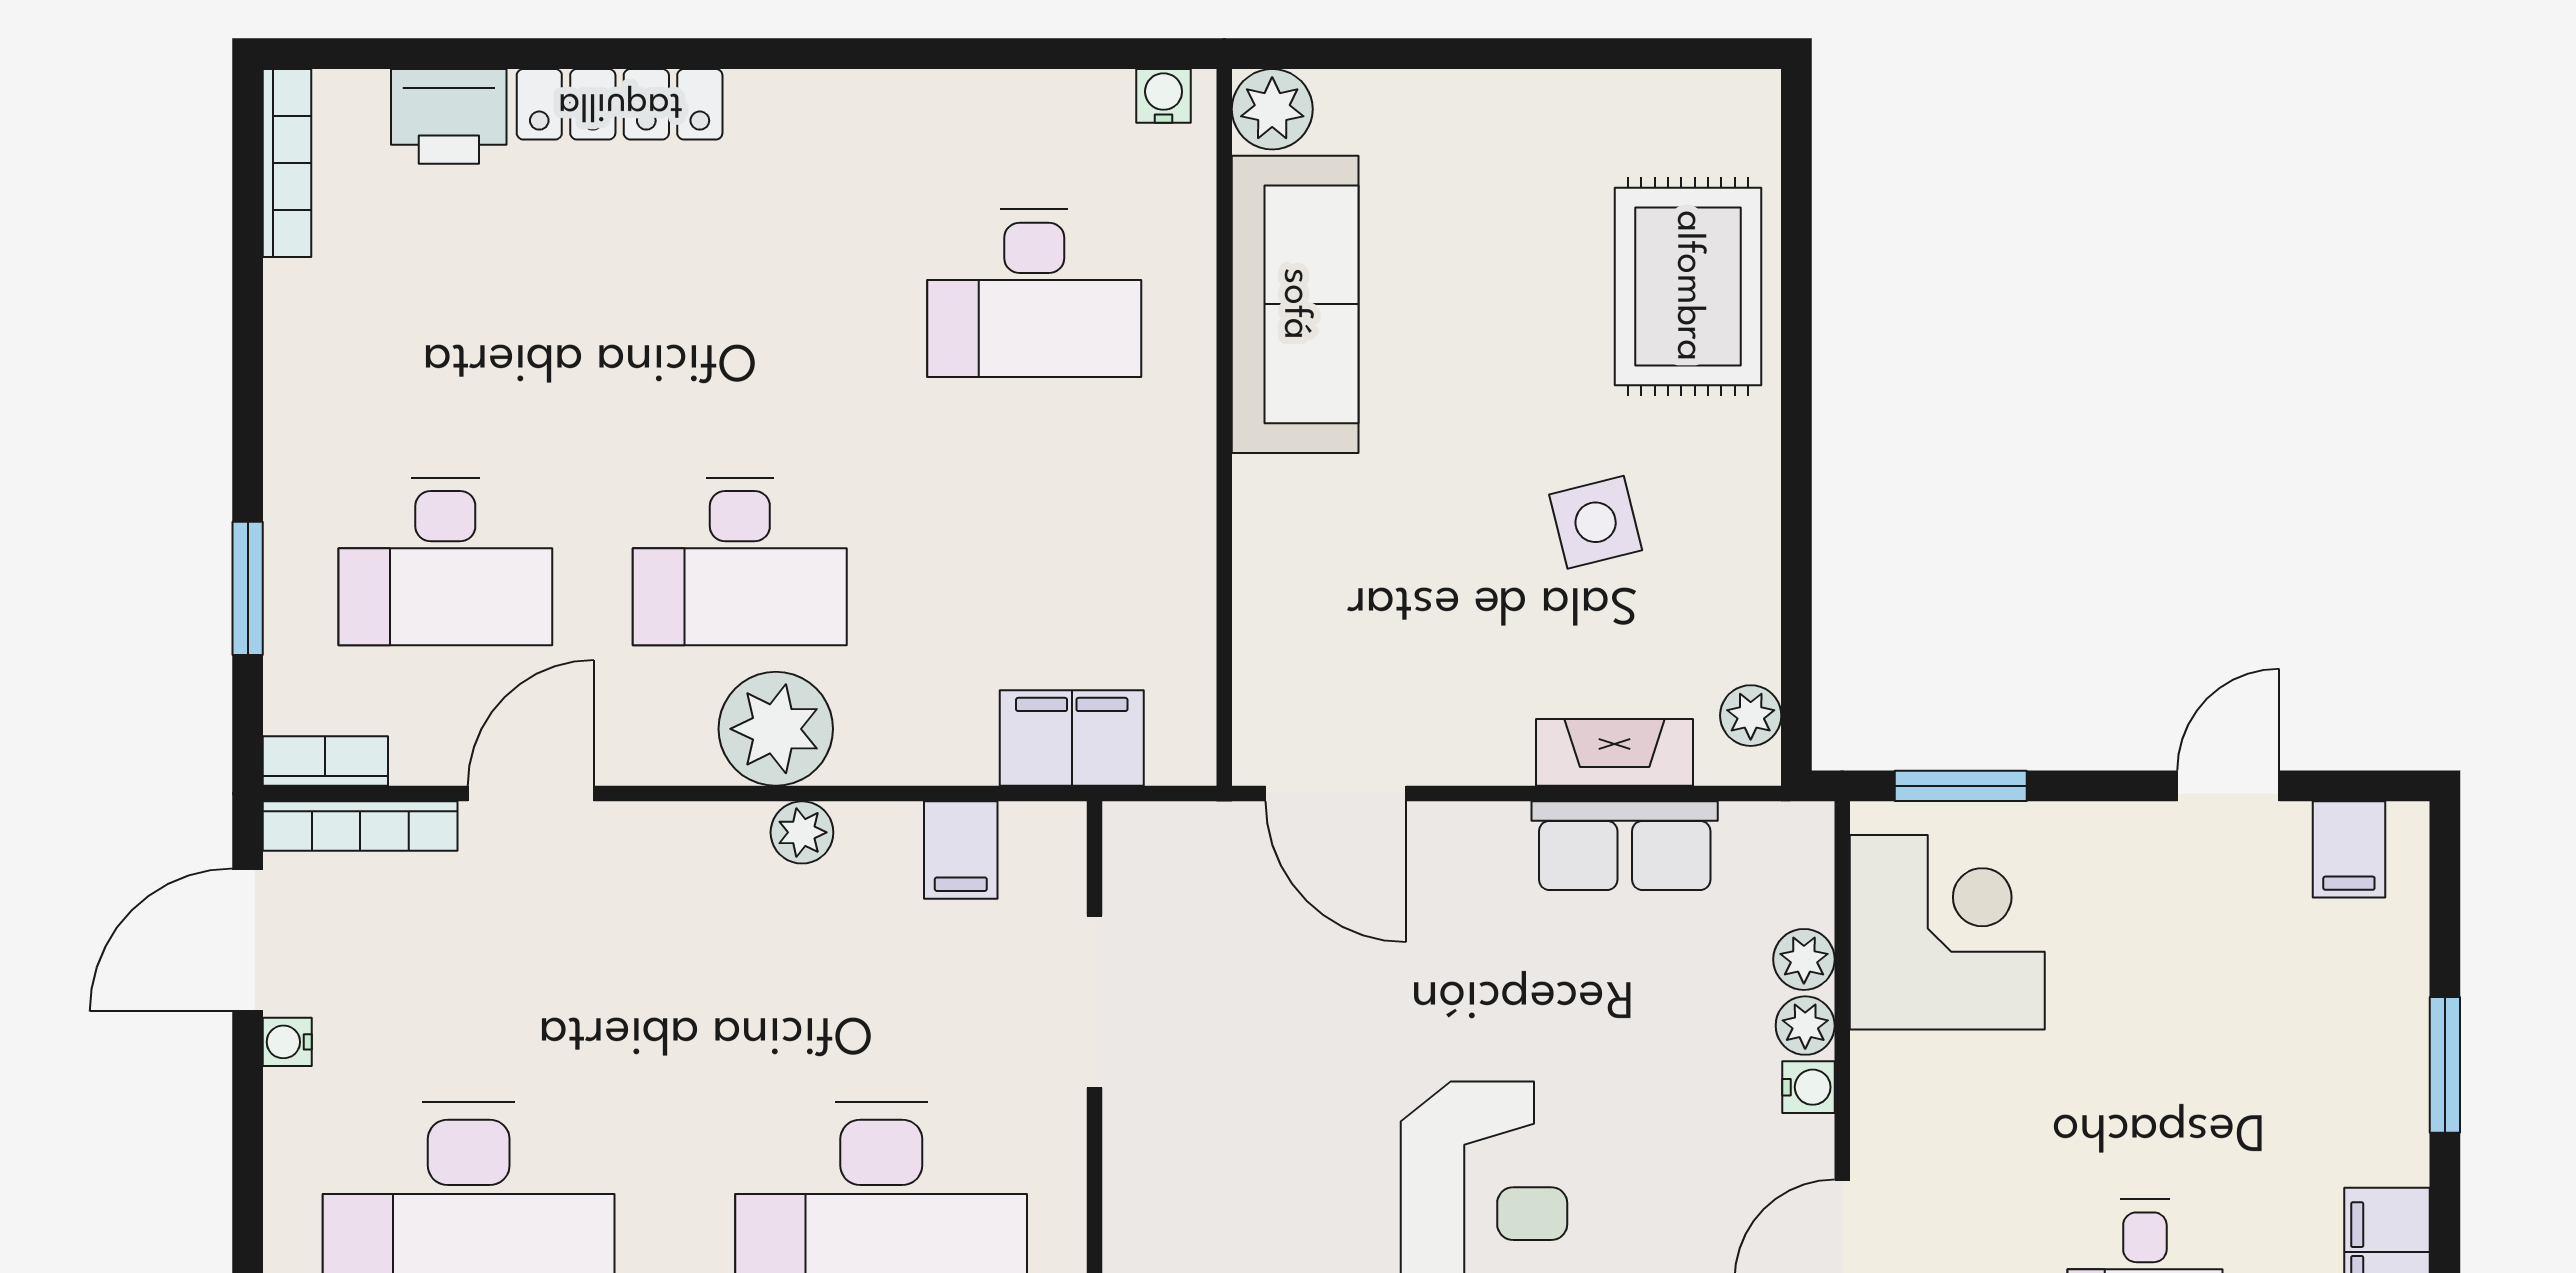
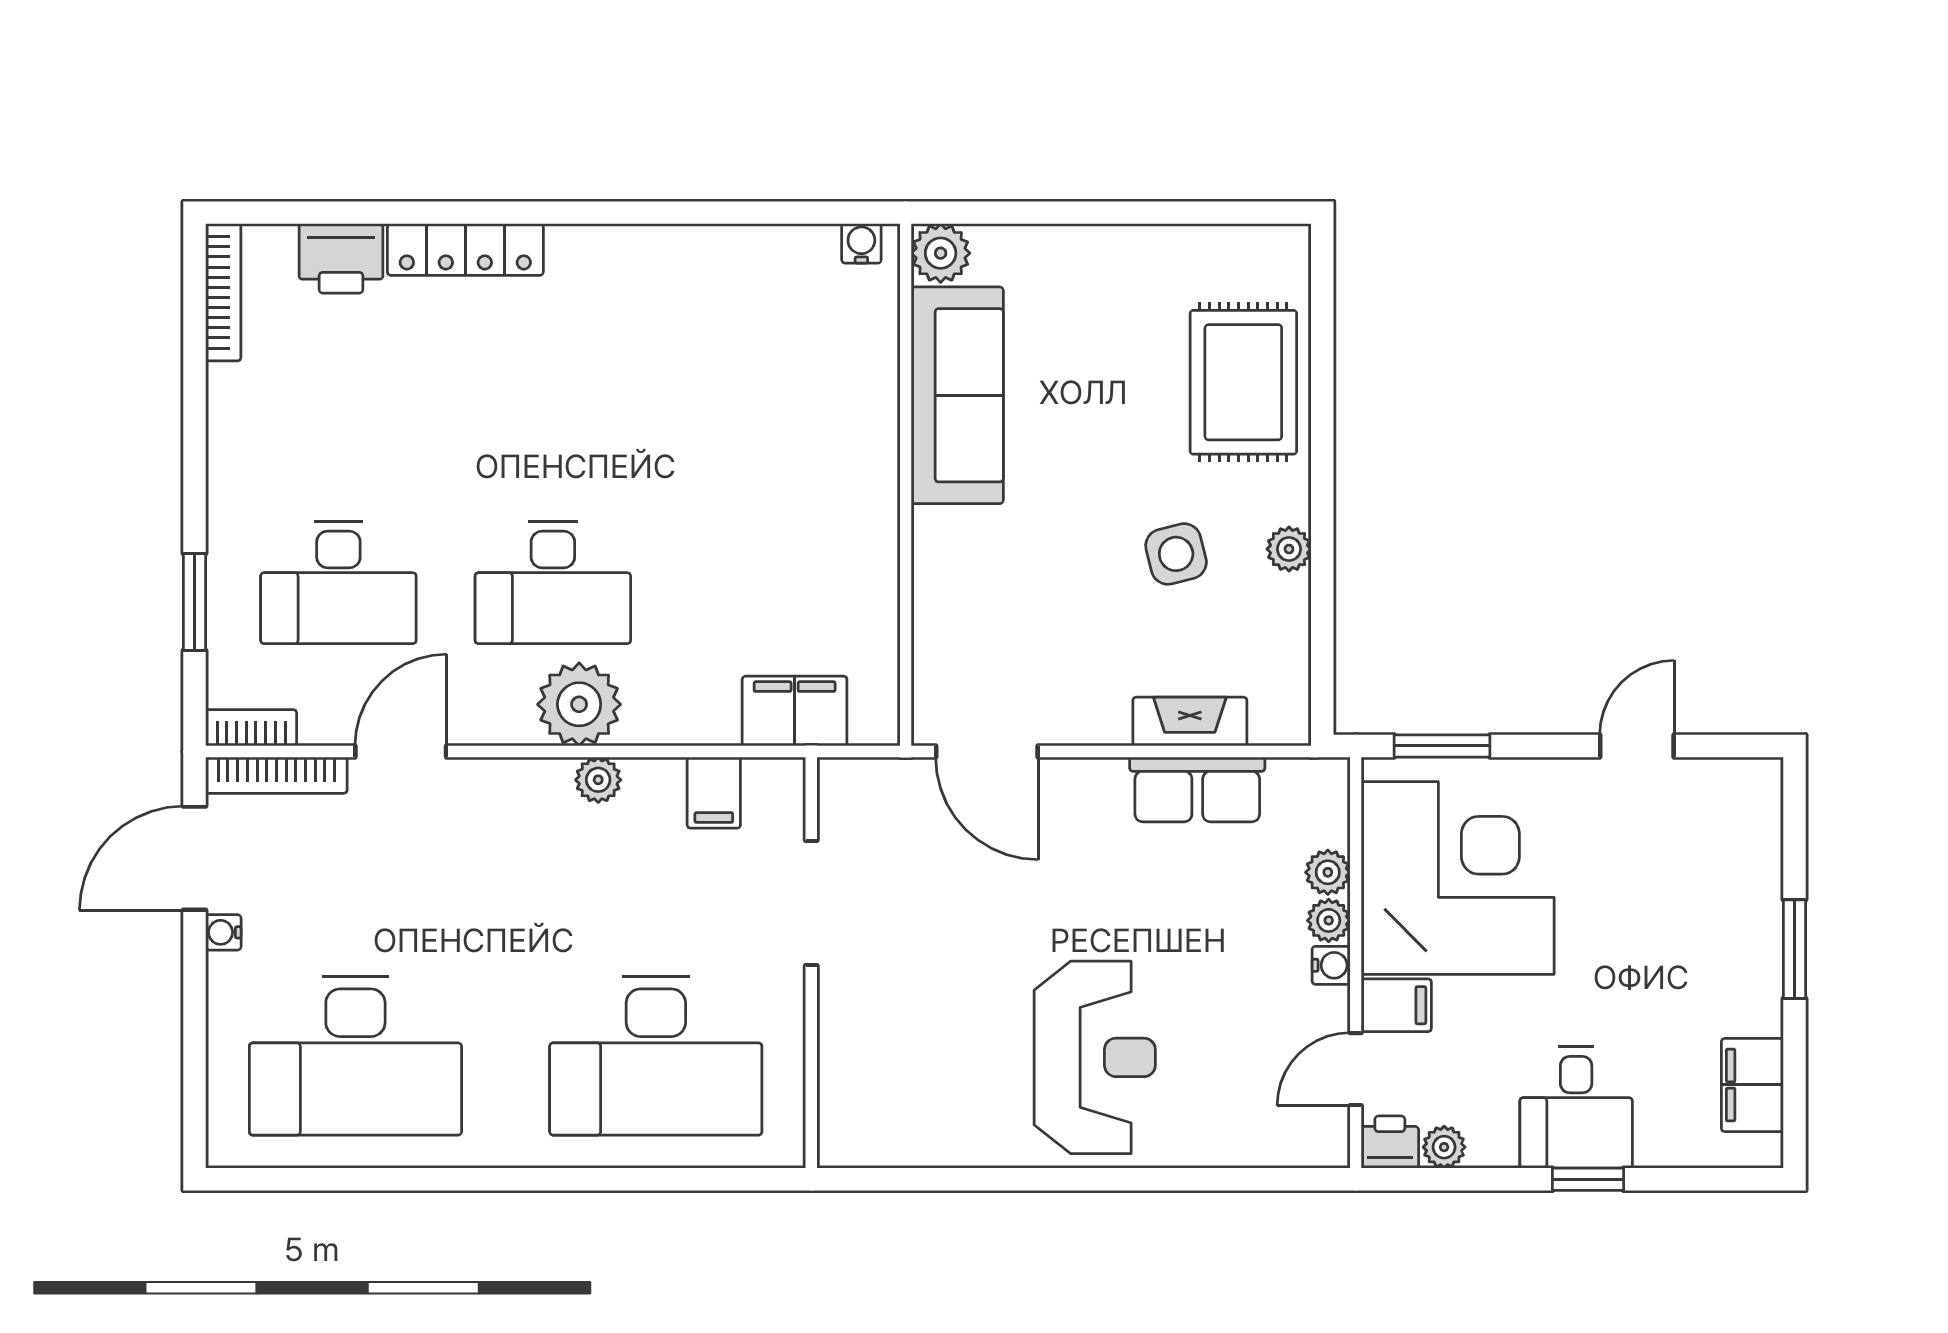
desk: (1034, 293) -> (767, 387), removed
plant: (1751, 716) -> (1289, 549), moved
filing cabinet: (2349, 849) -> (1396, 1005), moved, turned -90
corner desk: (1947, 932) -> (1458, 878), width x1.36, depth x1.36

